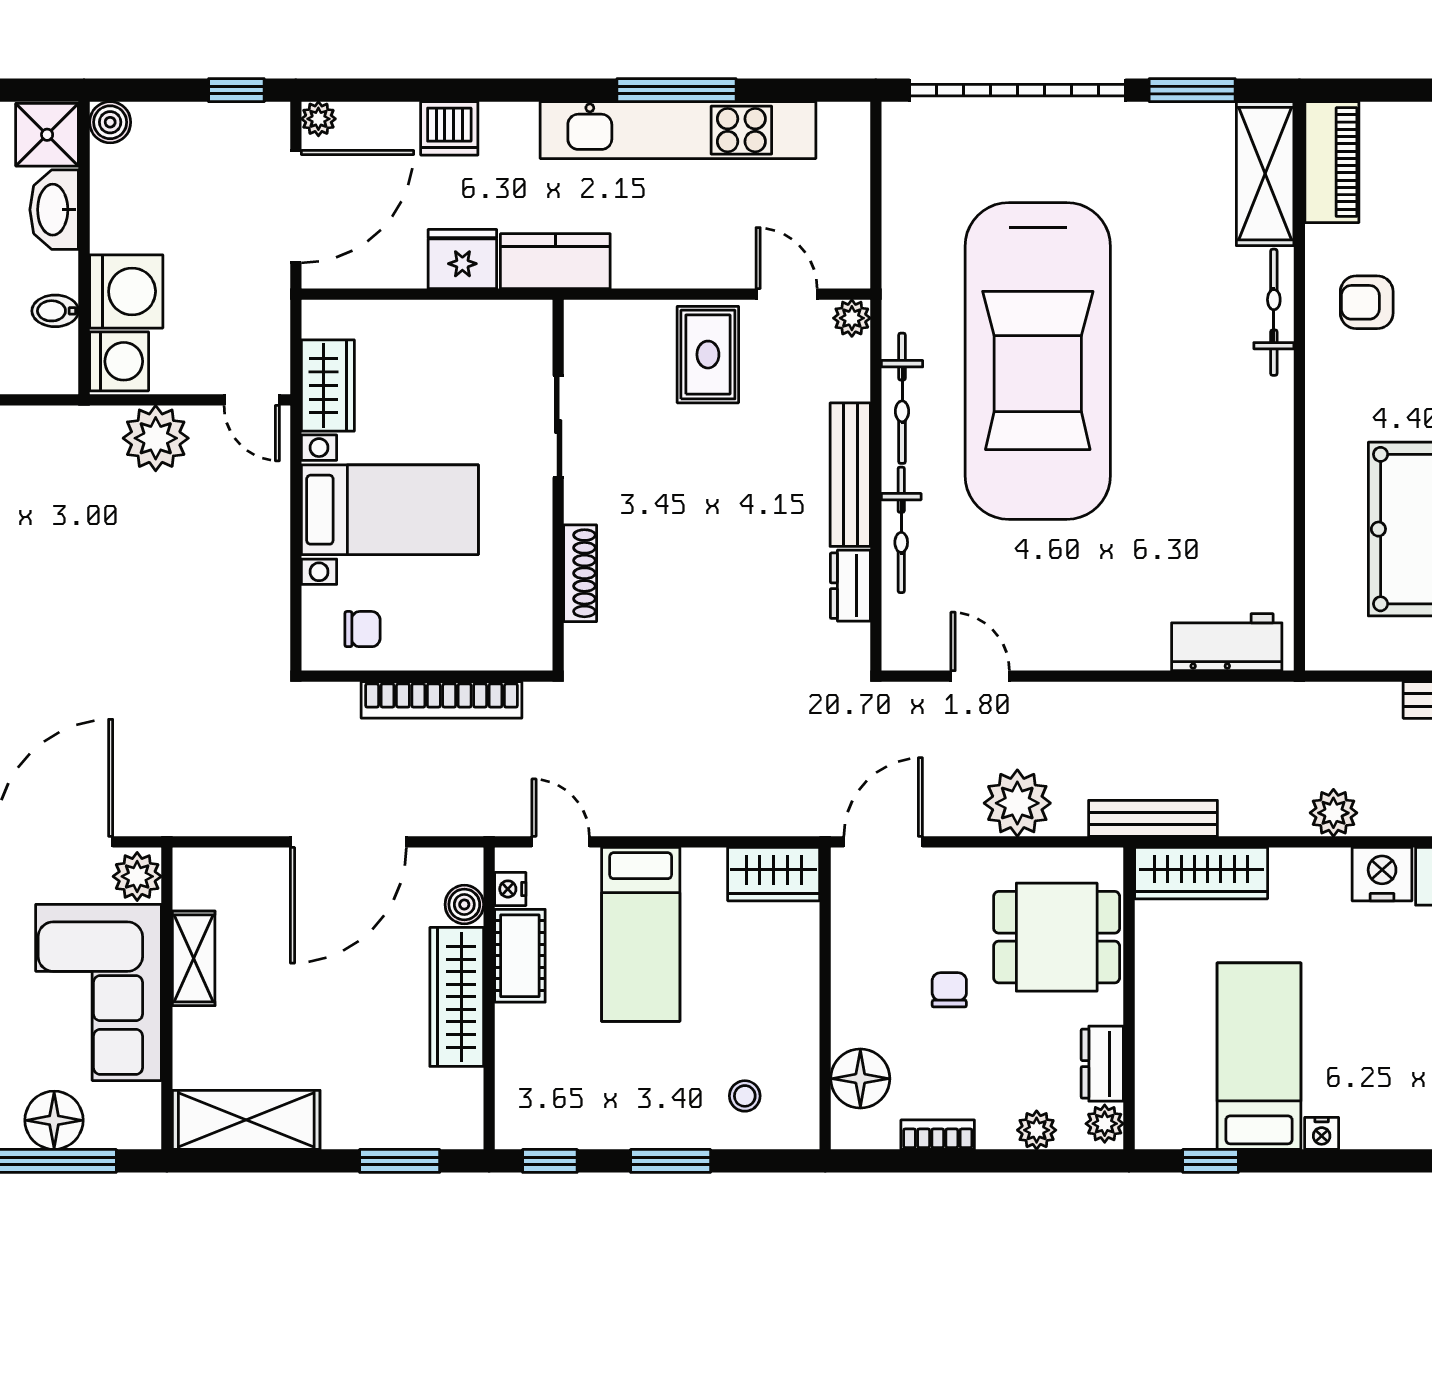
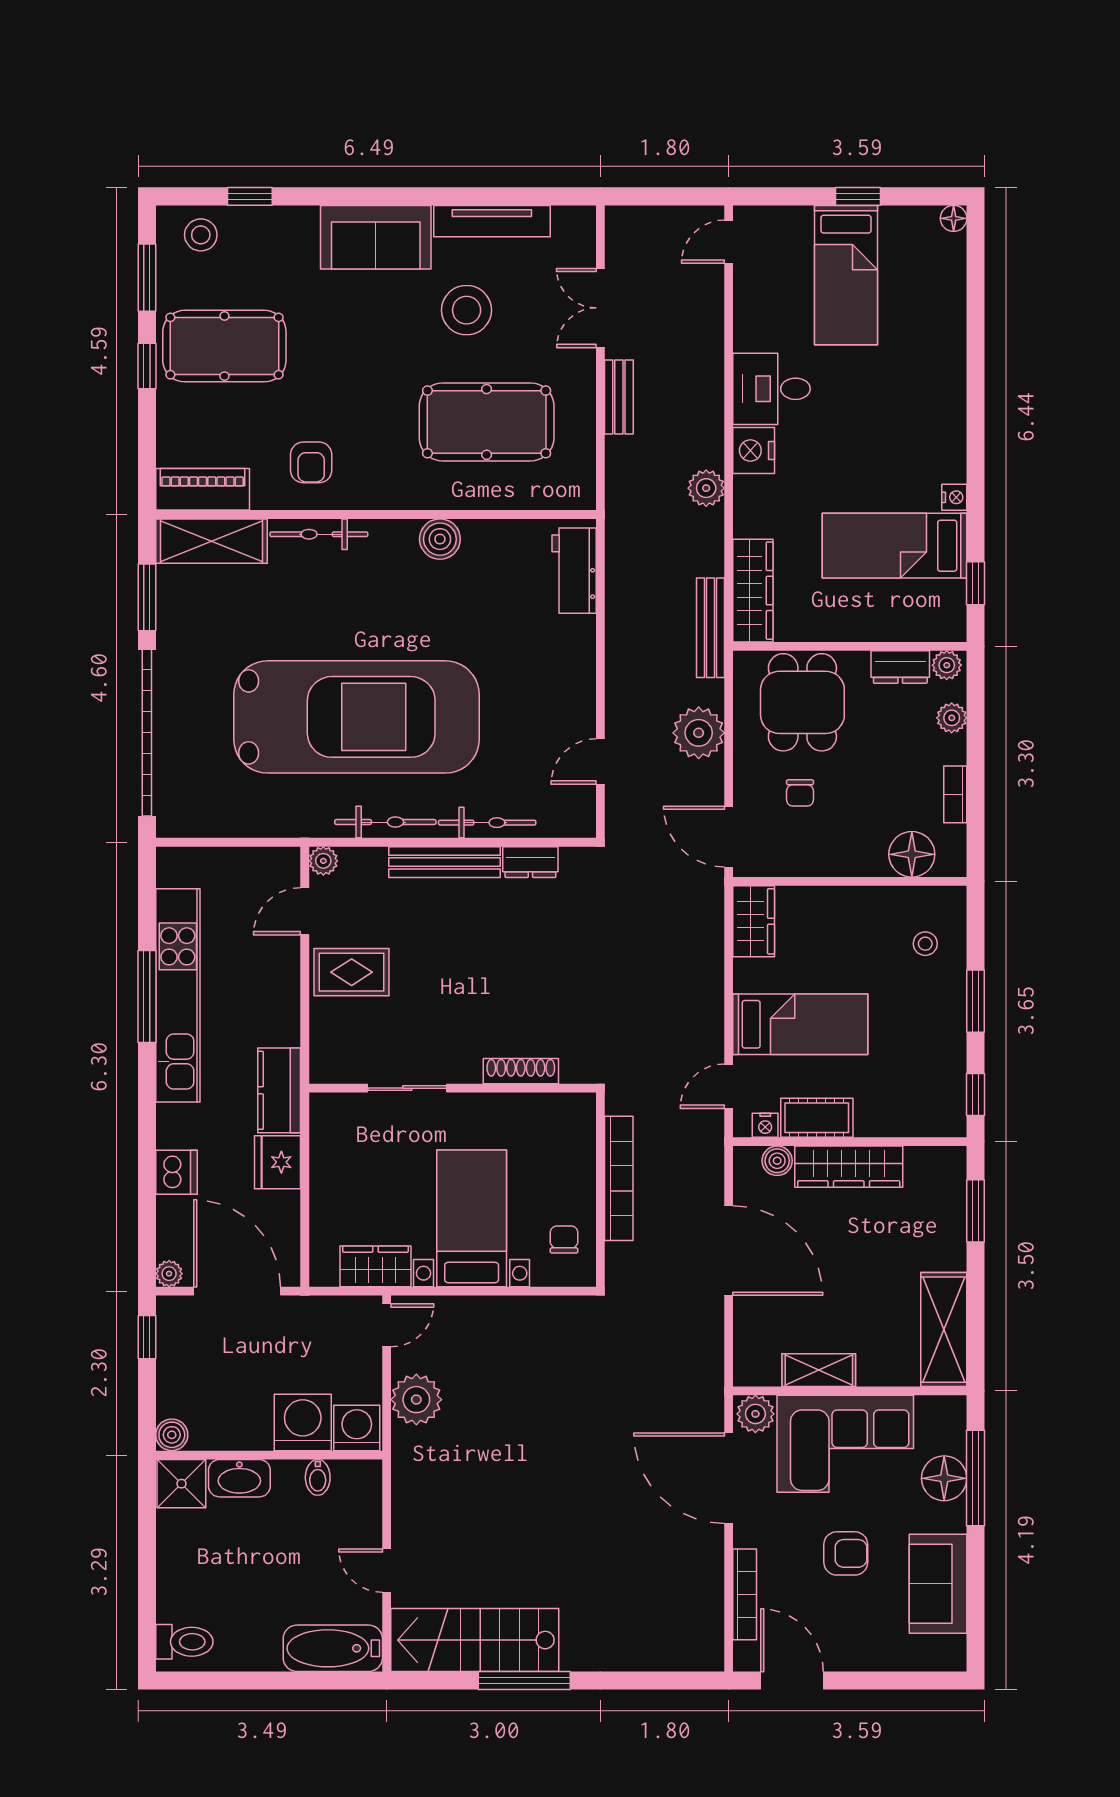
boiler: (1268, 469) -> (440, 539), added
chair: (949, 990) -> (800, 793), moved, turned -90

